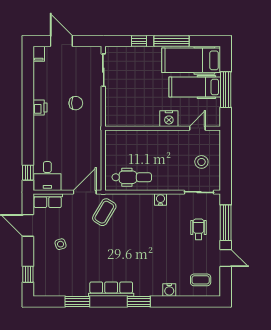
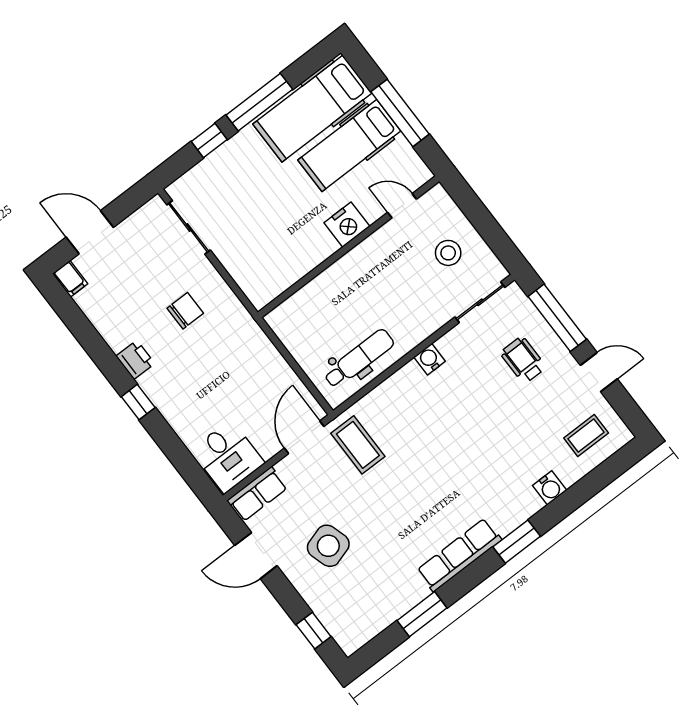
door: (197, 128) -> (402, 206), hinge flipped
window: (28, 173) -> (138, 402), moved
coffee table: (104, 212) -> (358, 445), turned -31
side table: (61, 244) -> (328, 546), width x1.87, depth x1.87

